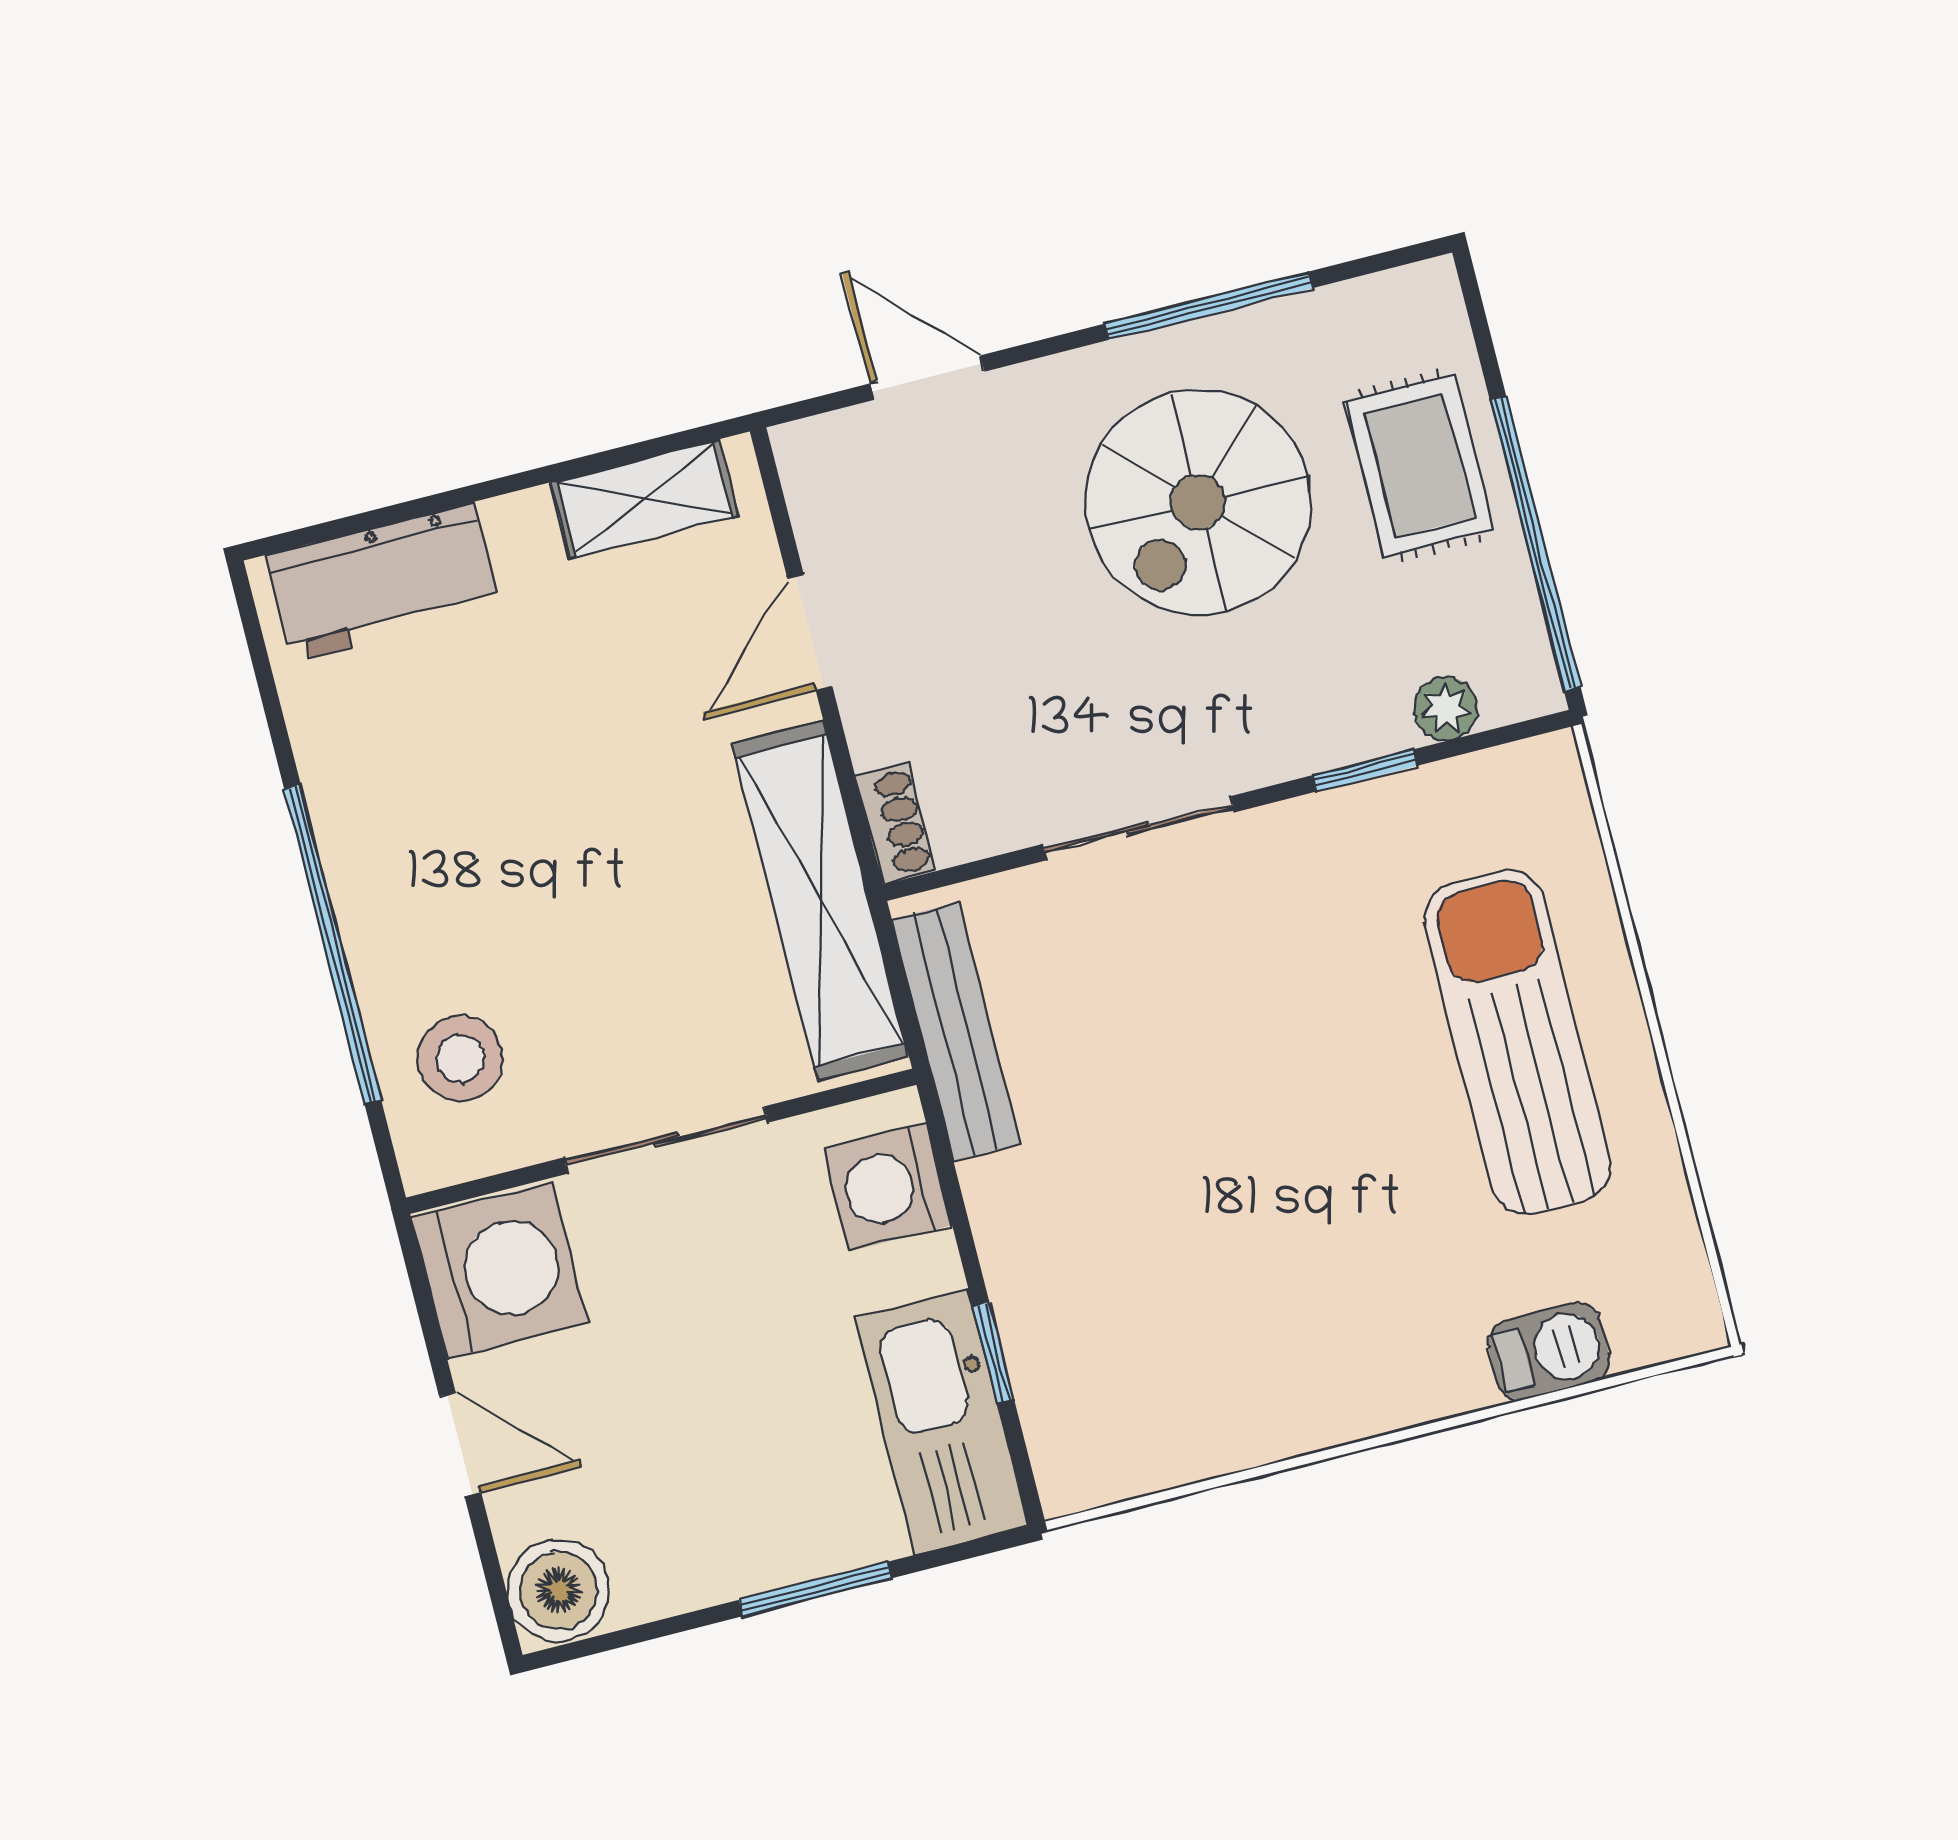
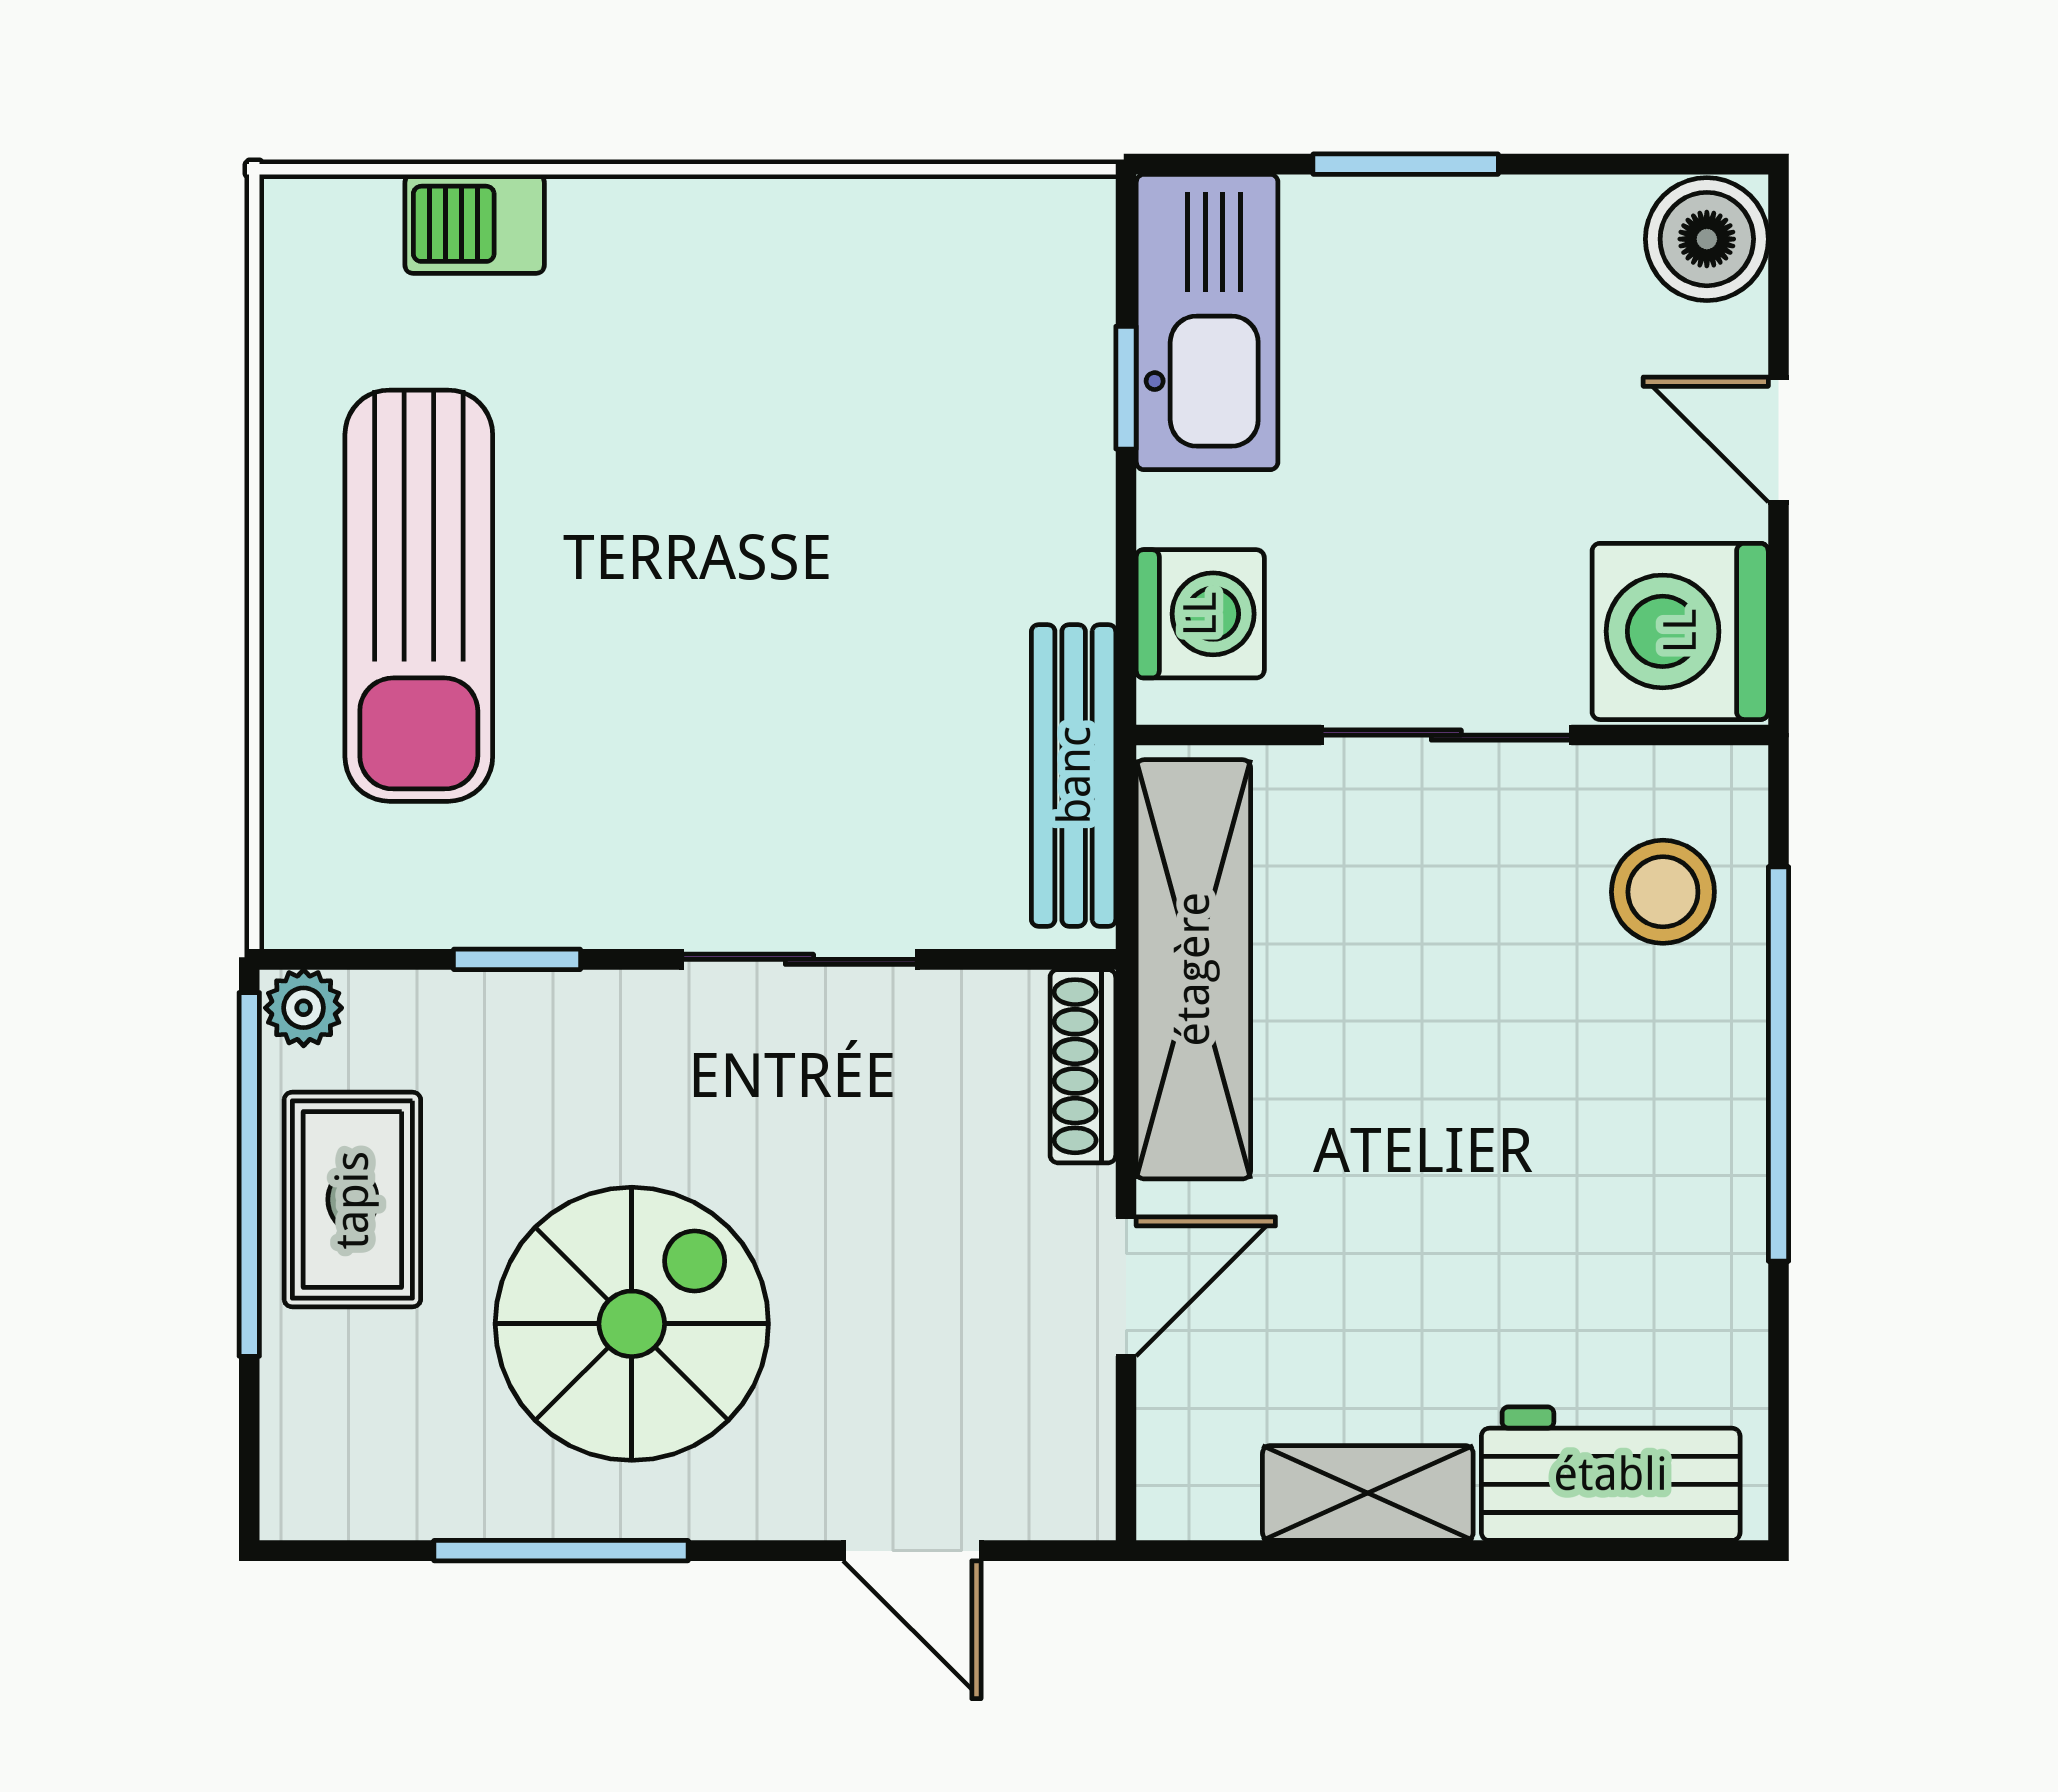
rug: (1420, 466) -> (352, 1200), moved
shelving: (645, 499) -> (1368, 1493), moved
plant: (1446, 709) -> (304, 1008), moved
shoe rack: (895, 824) -> (1083, 1066), width x1.43

